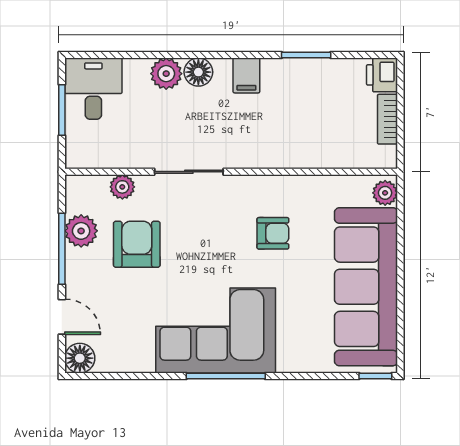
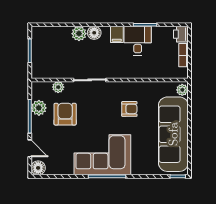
desk: (93, 89) -> (138, 41), moved

